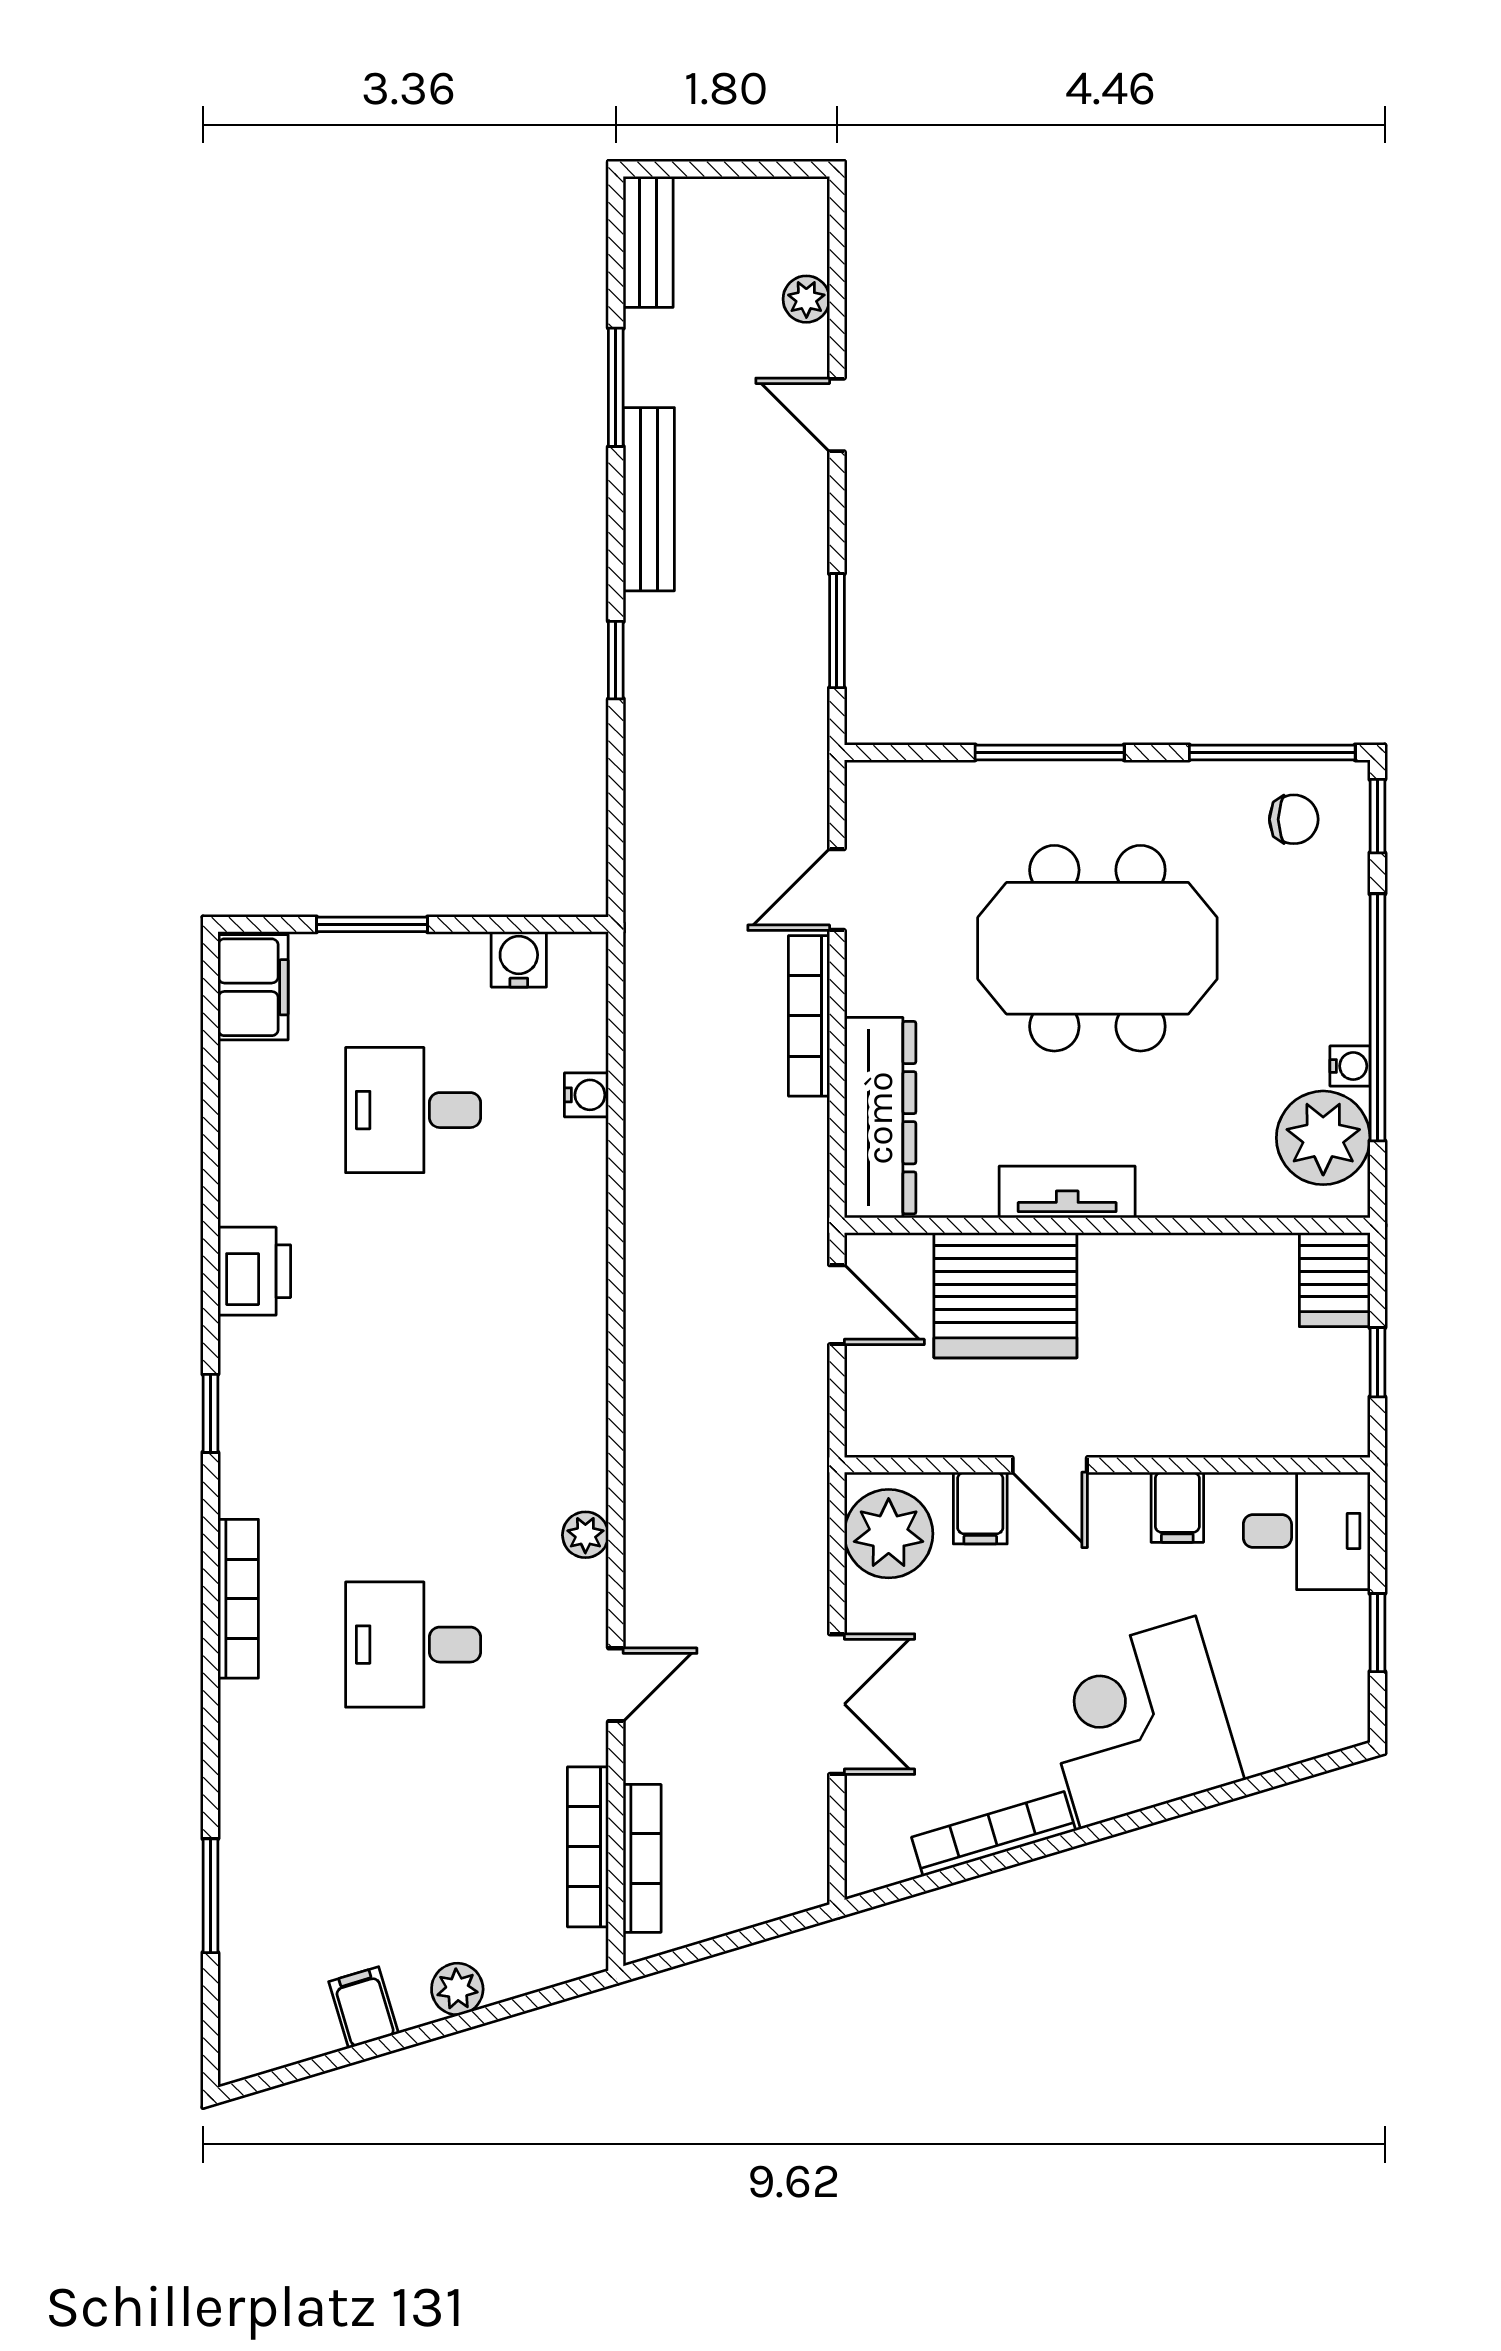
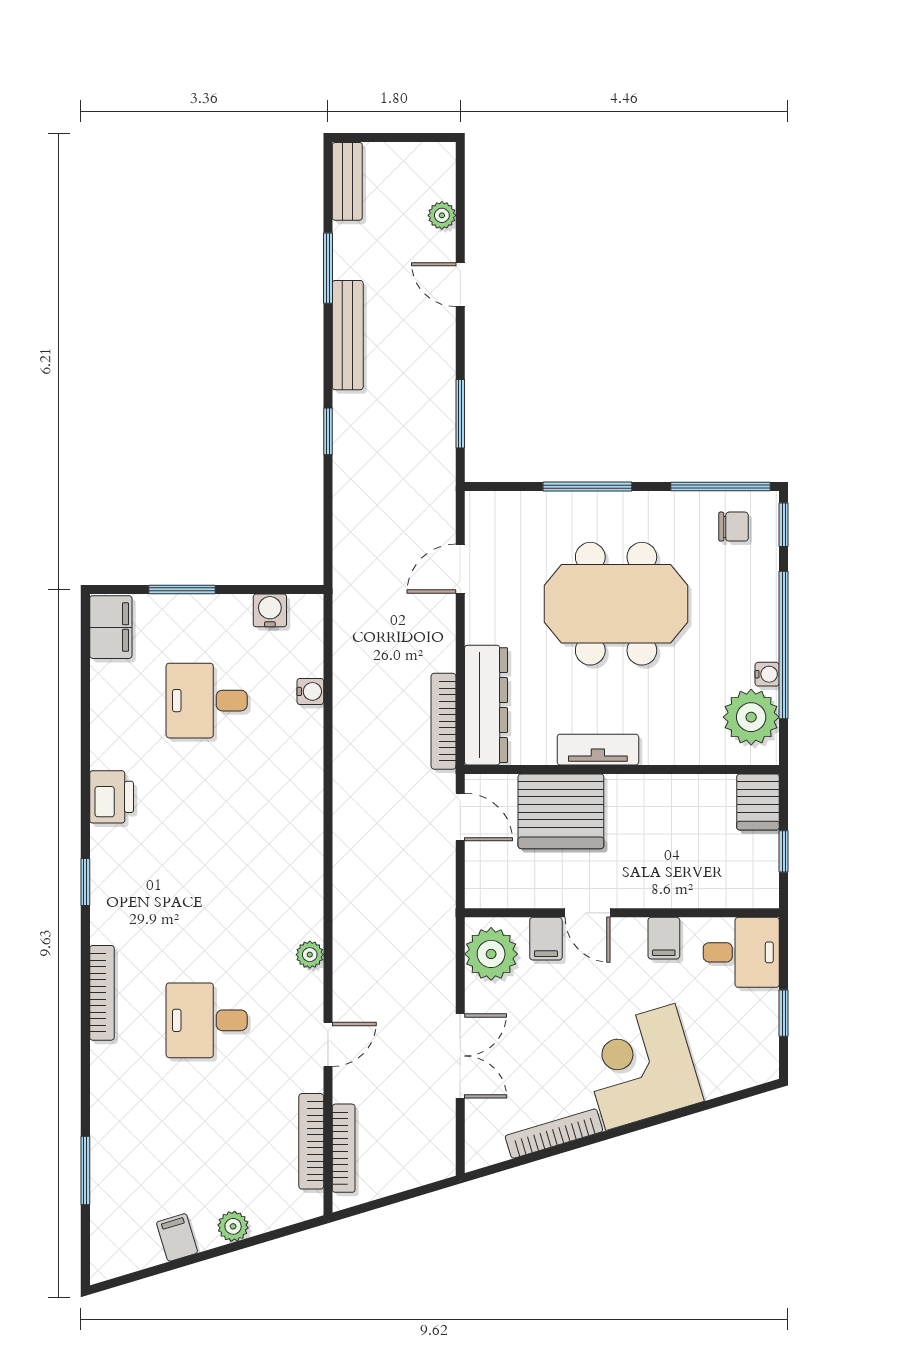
bookcase: (809, 1016) -> (443, 721), moved

